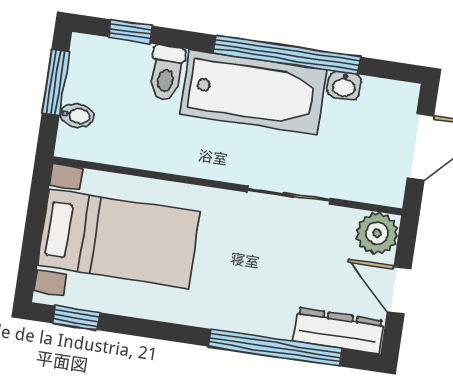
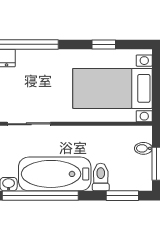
window: (130, 31) -> (122, 196), width x1.50
window: (76, 318) -> (104, 44), moved

